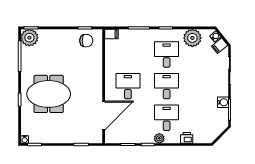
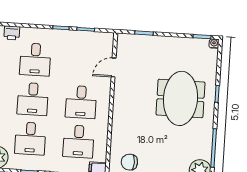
desk: (128, 55) -> (79, 141), added
meeting table: (49, 94) -> (180, 98), turned 90
door: (104, 115) -> (114, 67), width x0.53
plant: (159, 138) -> (46, 34), removed

